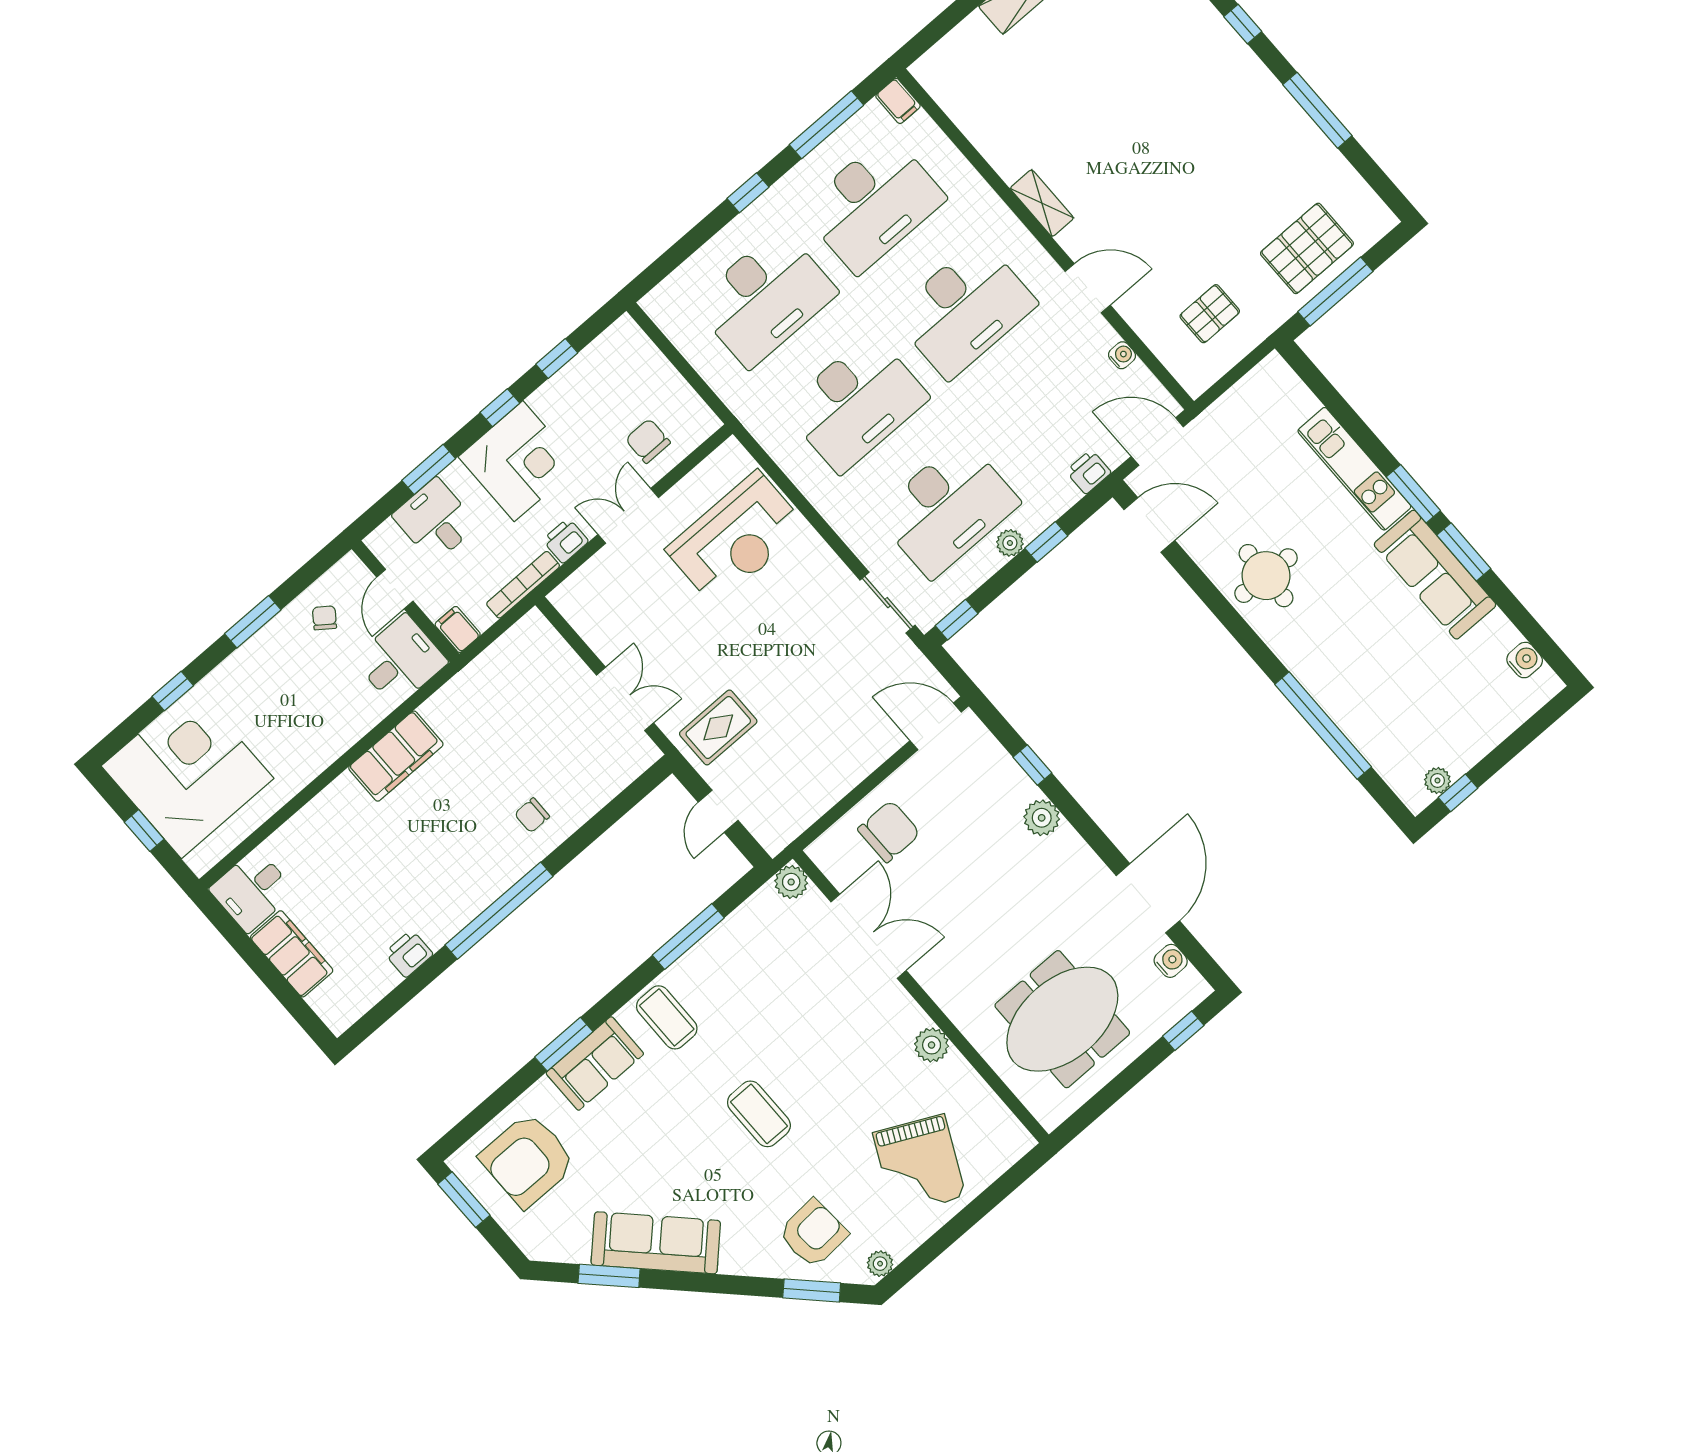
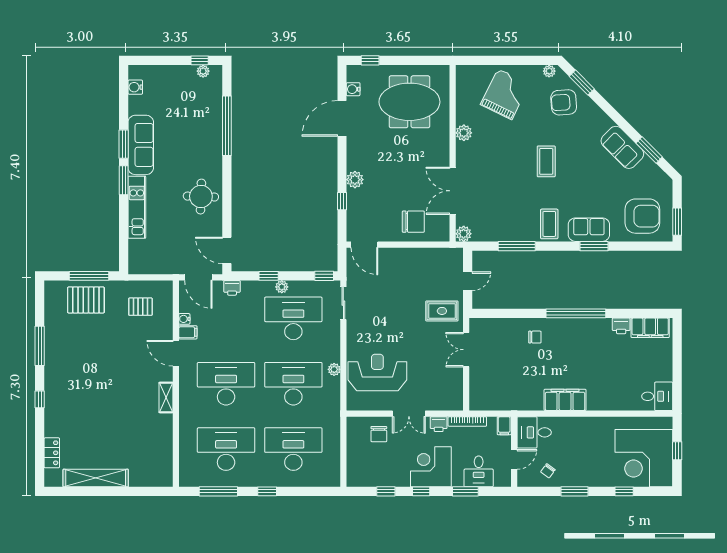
filing cabinet: (898, 101) -> (188, 332), moved, turned 90
plant: (810, 483) -> (334, 369), added
chair: (889, 831) -> (413, 222), turned 180
filing cabinet: (292, 954) -> (650, 328), moved, turned -90
sofa: (656, 1243) -> (622, 147), width x0.73

